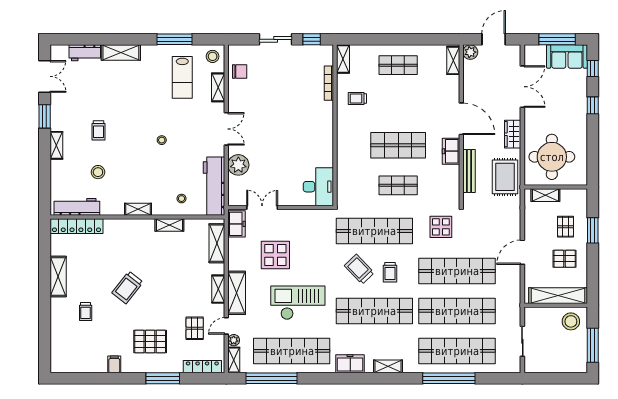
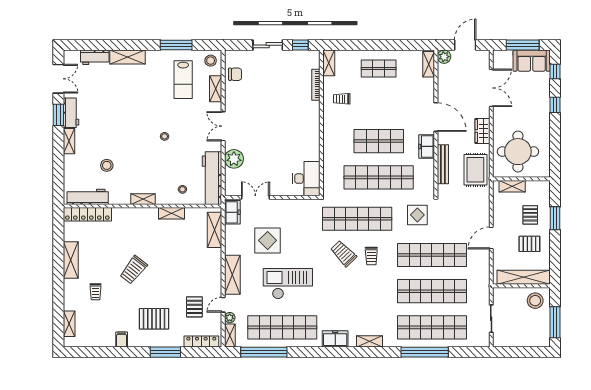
workbench: (58, 114) -> (71, 113), added
double door: (226, 129) -> (223, 126), swing flipped
trolley: (98, 130) -> (107, 128), removed
shop shelf: (398, 185) -> (379, 177), width x2.00, depth x1.36
shelving: (218, 289) -> (69, 324), moved
shop shelf: (374, 311) -> (357, 291), removed

